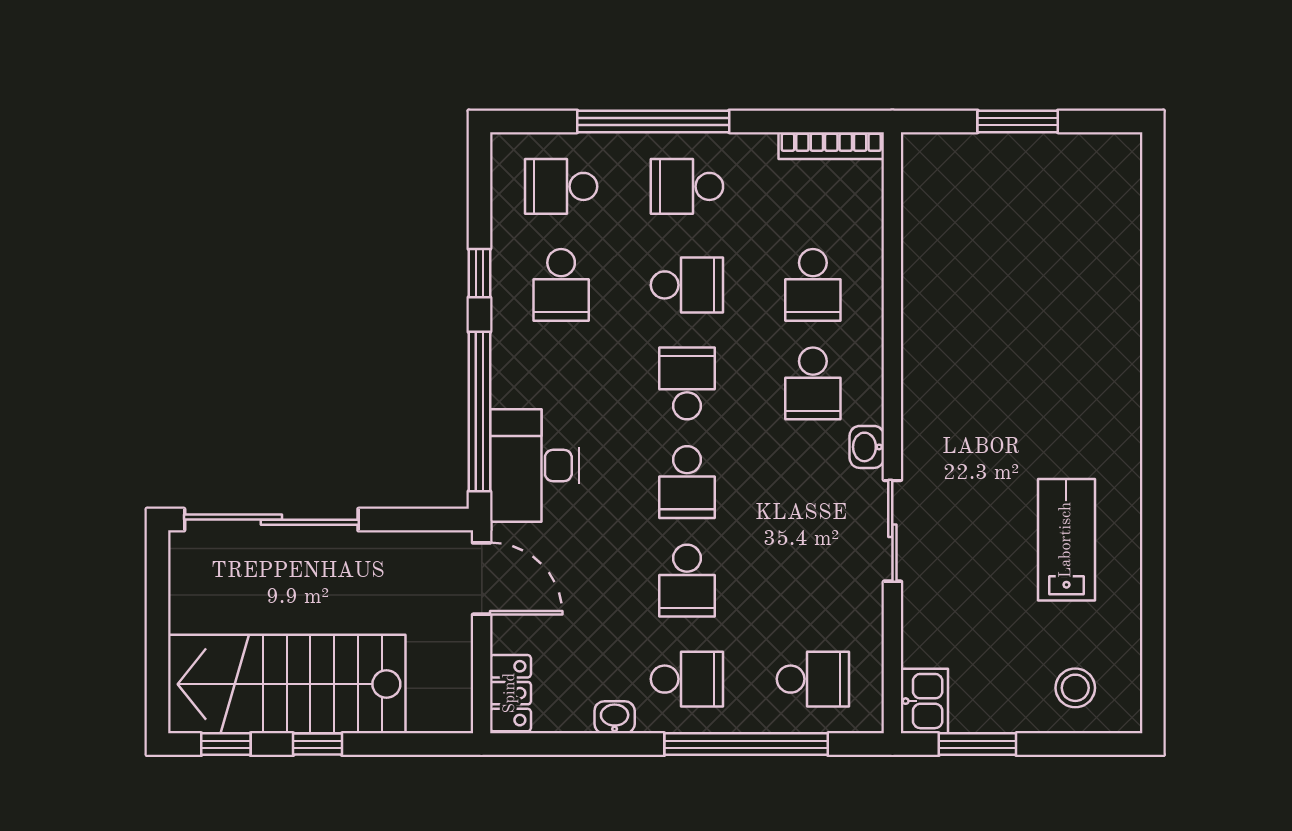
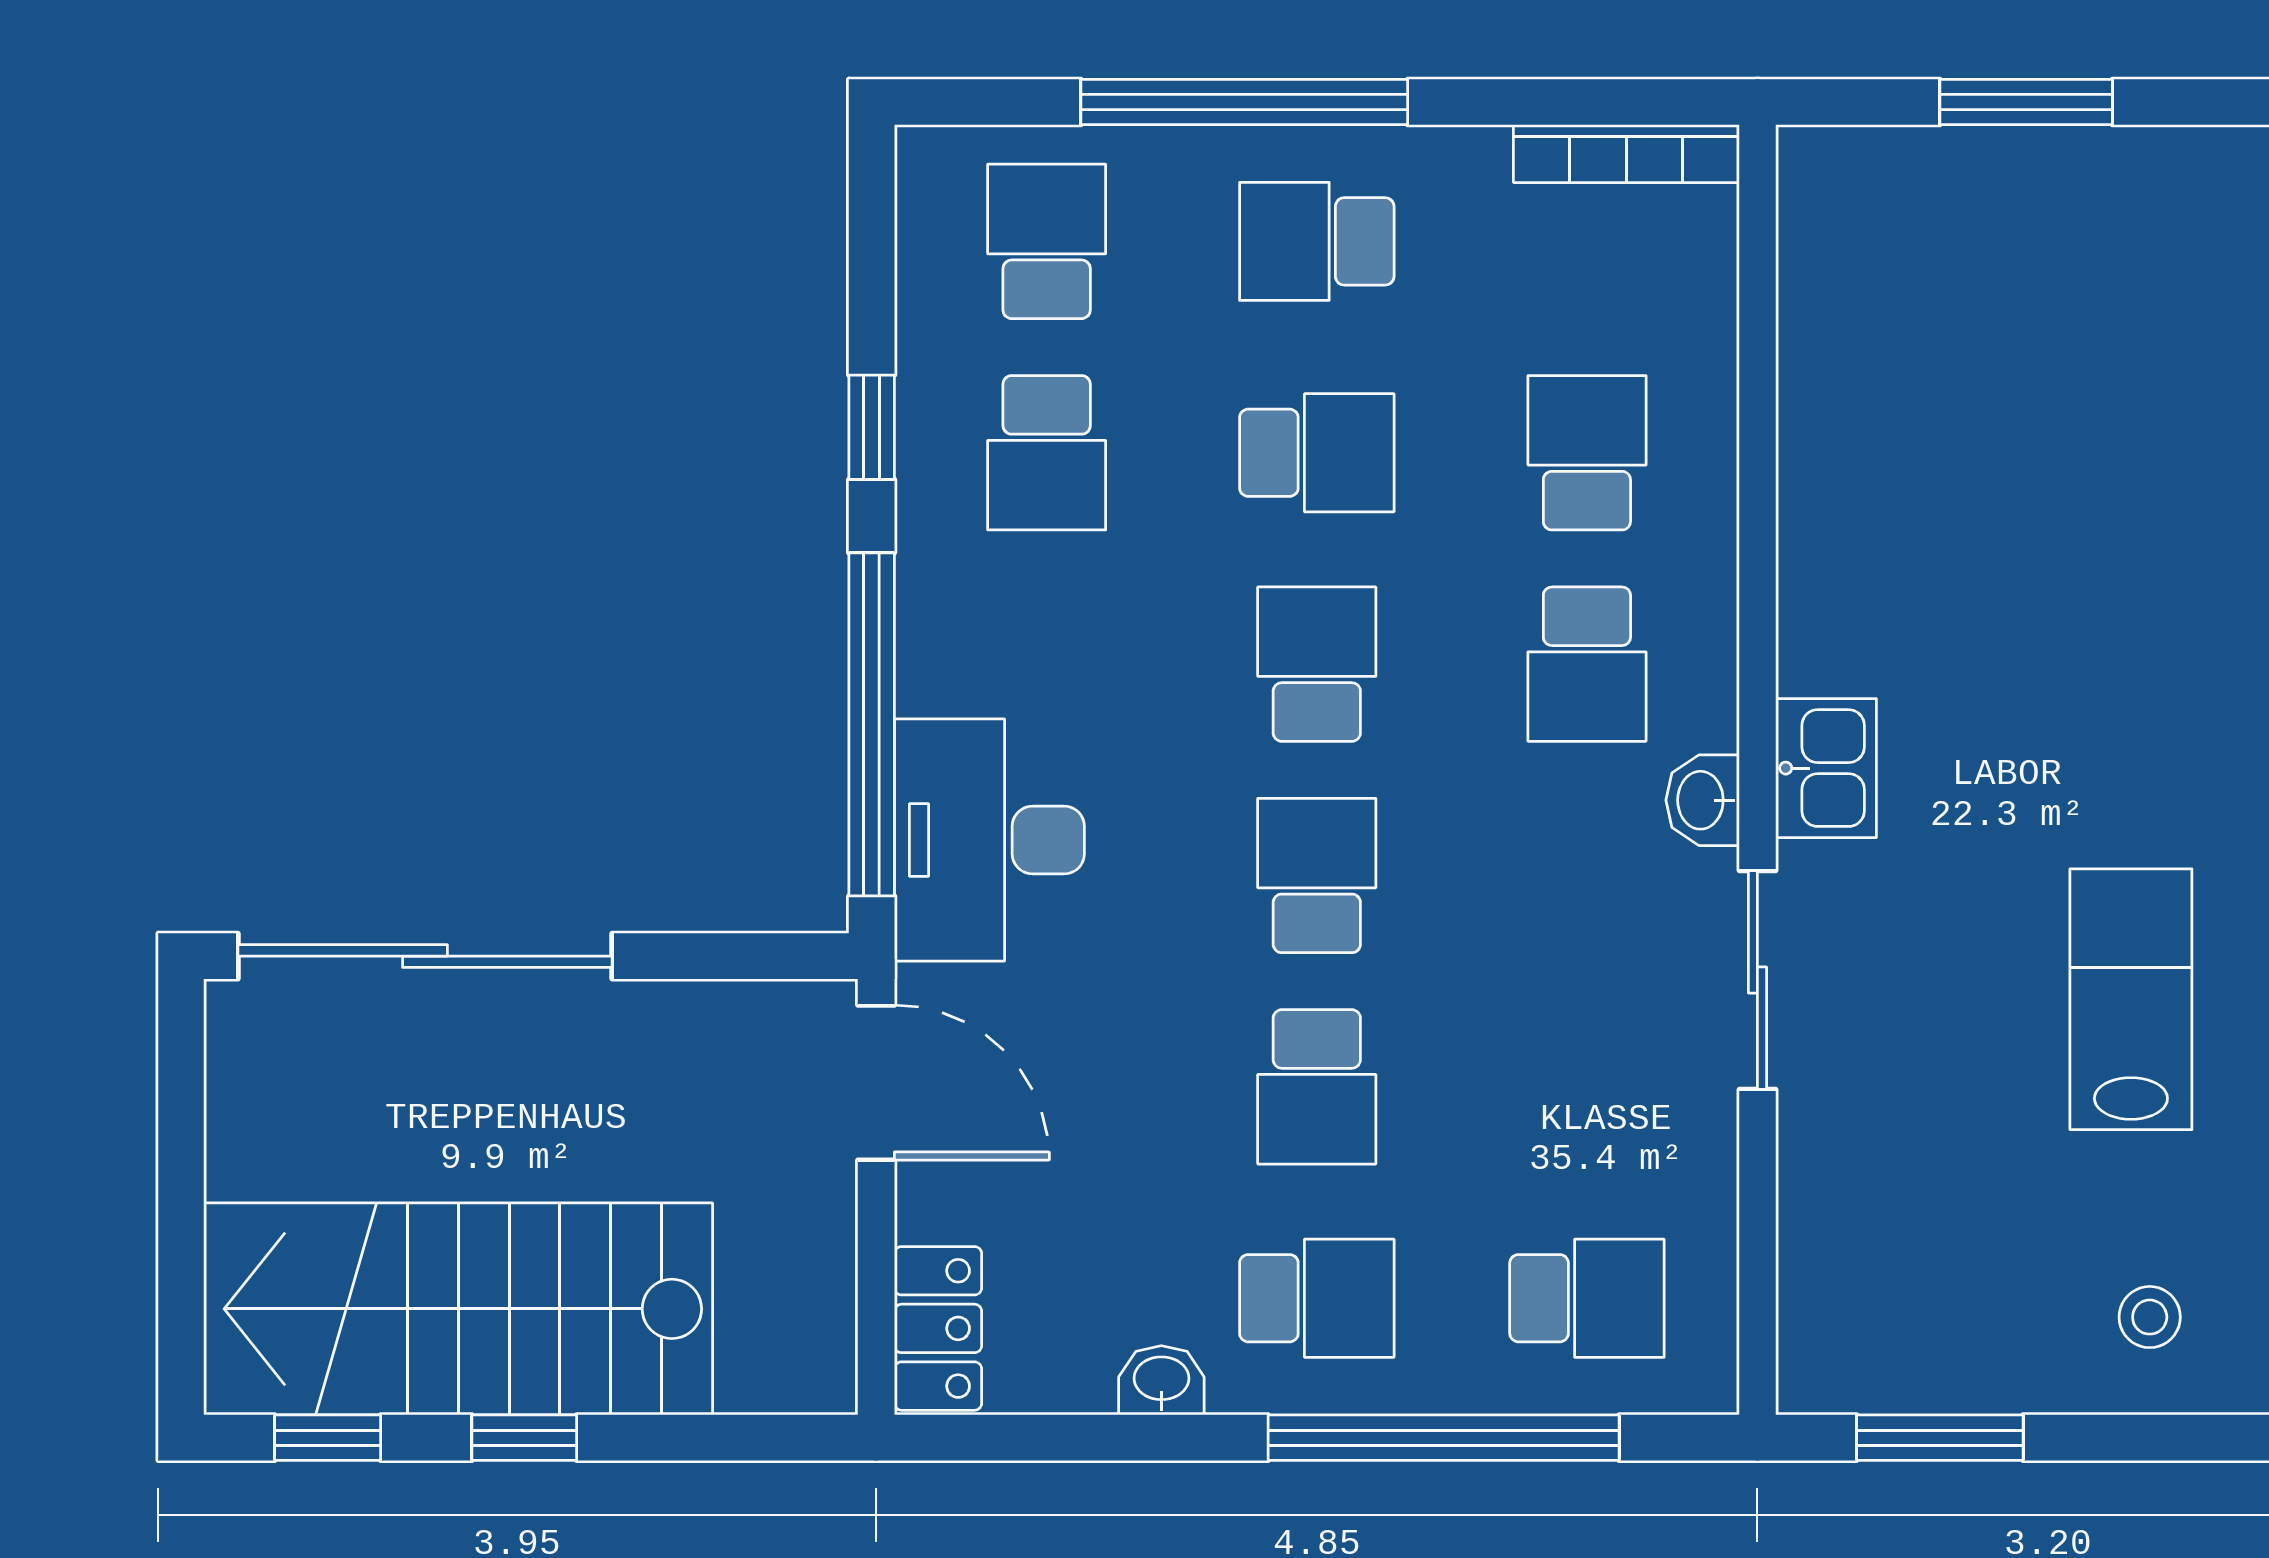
school desk: (561, 186) -> (1047, 241), turned 90
school desk: (813, 285) -> (1587, 453), turned 180
school desk: (687, 482) -> (1317, 875), turned 180
stool: (1075, 688) -> (2150, 1317), width x0.73, depth x0.73
kitchen sink: (924, 701) -> (1826, 768), moved

